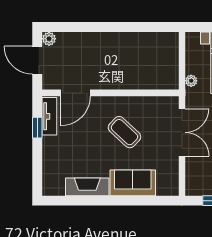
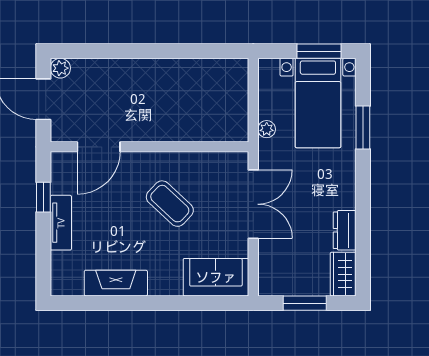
tv unit: (49, 116) -> (61, 223), moved
sofa: (133, 183) -> (216, 277), moved

